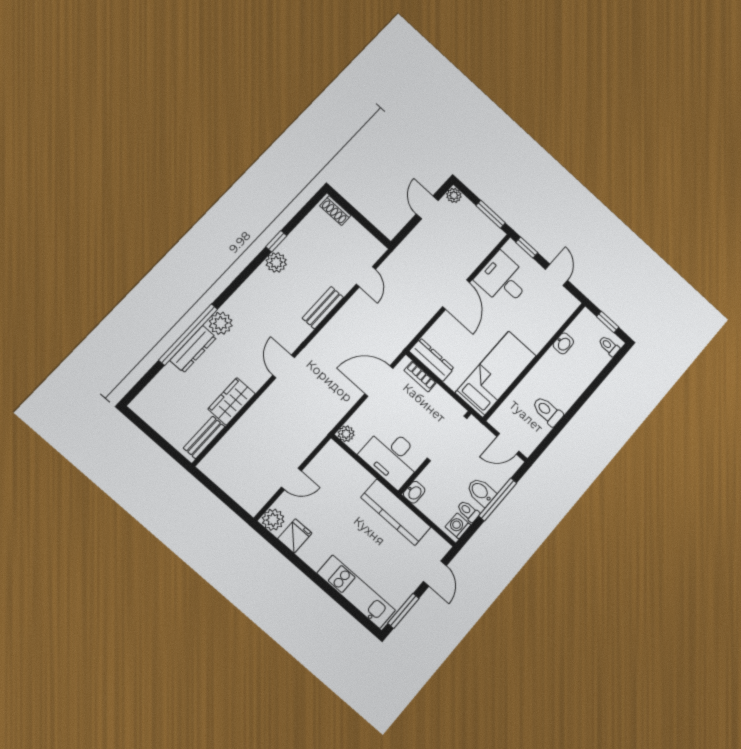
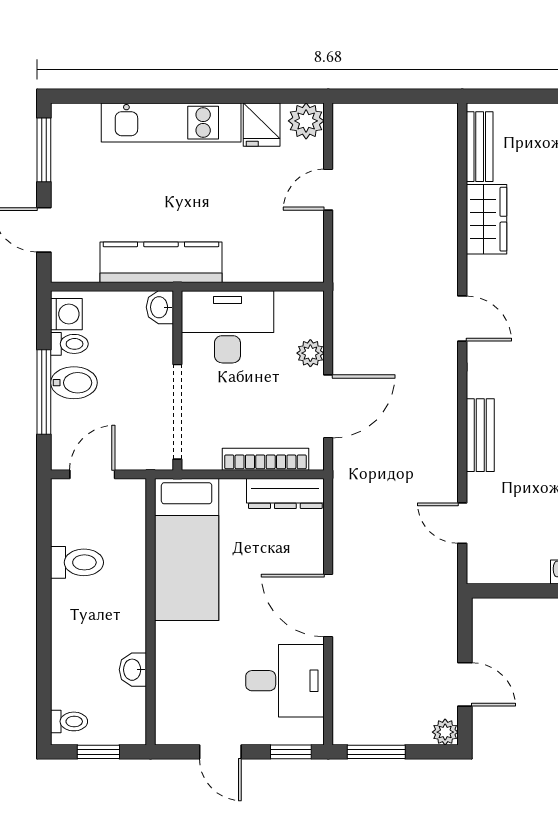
bookcase: (420, 376) -> (265, 459), width x1.56
plant: (346, 434) -> (310, 353), moved
kitchen unit: (356, 592) -> (171, 123), moved

